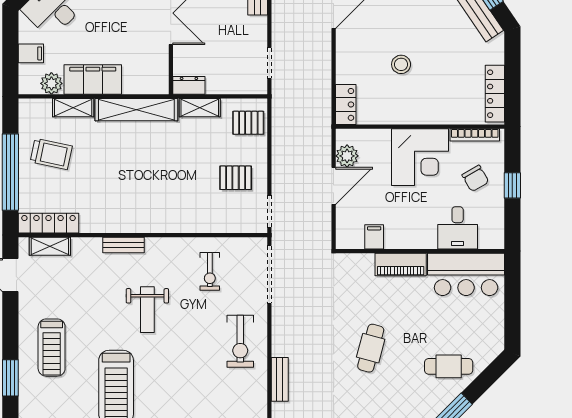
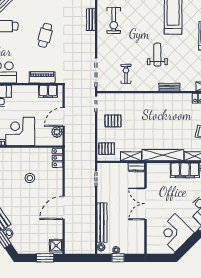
filing cabinet: (374, 237) -> (48, 91), width x2.00
piano: (401, 264) -> (42, 77), moved
exercise bike: (240, 341) -> (114, 20), moved, turned 180

